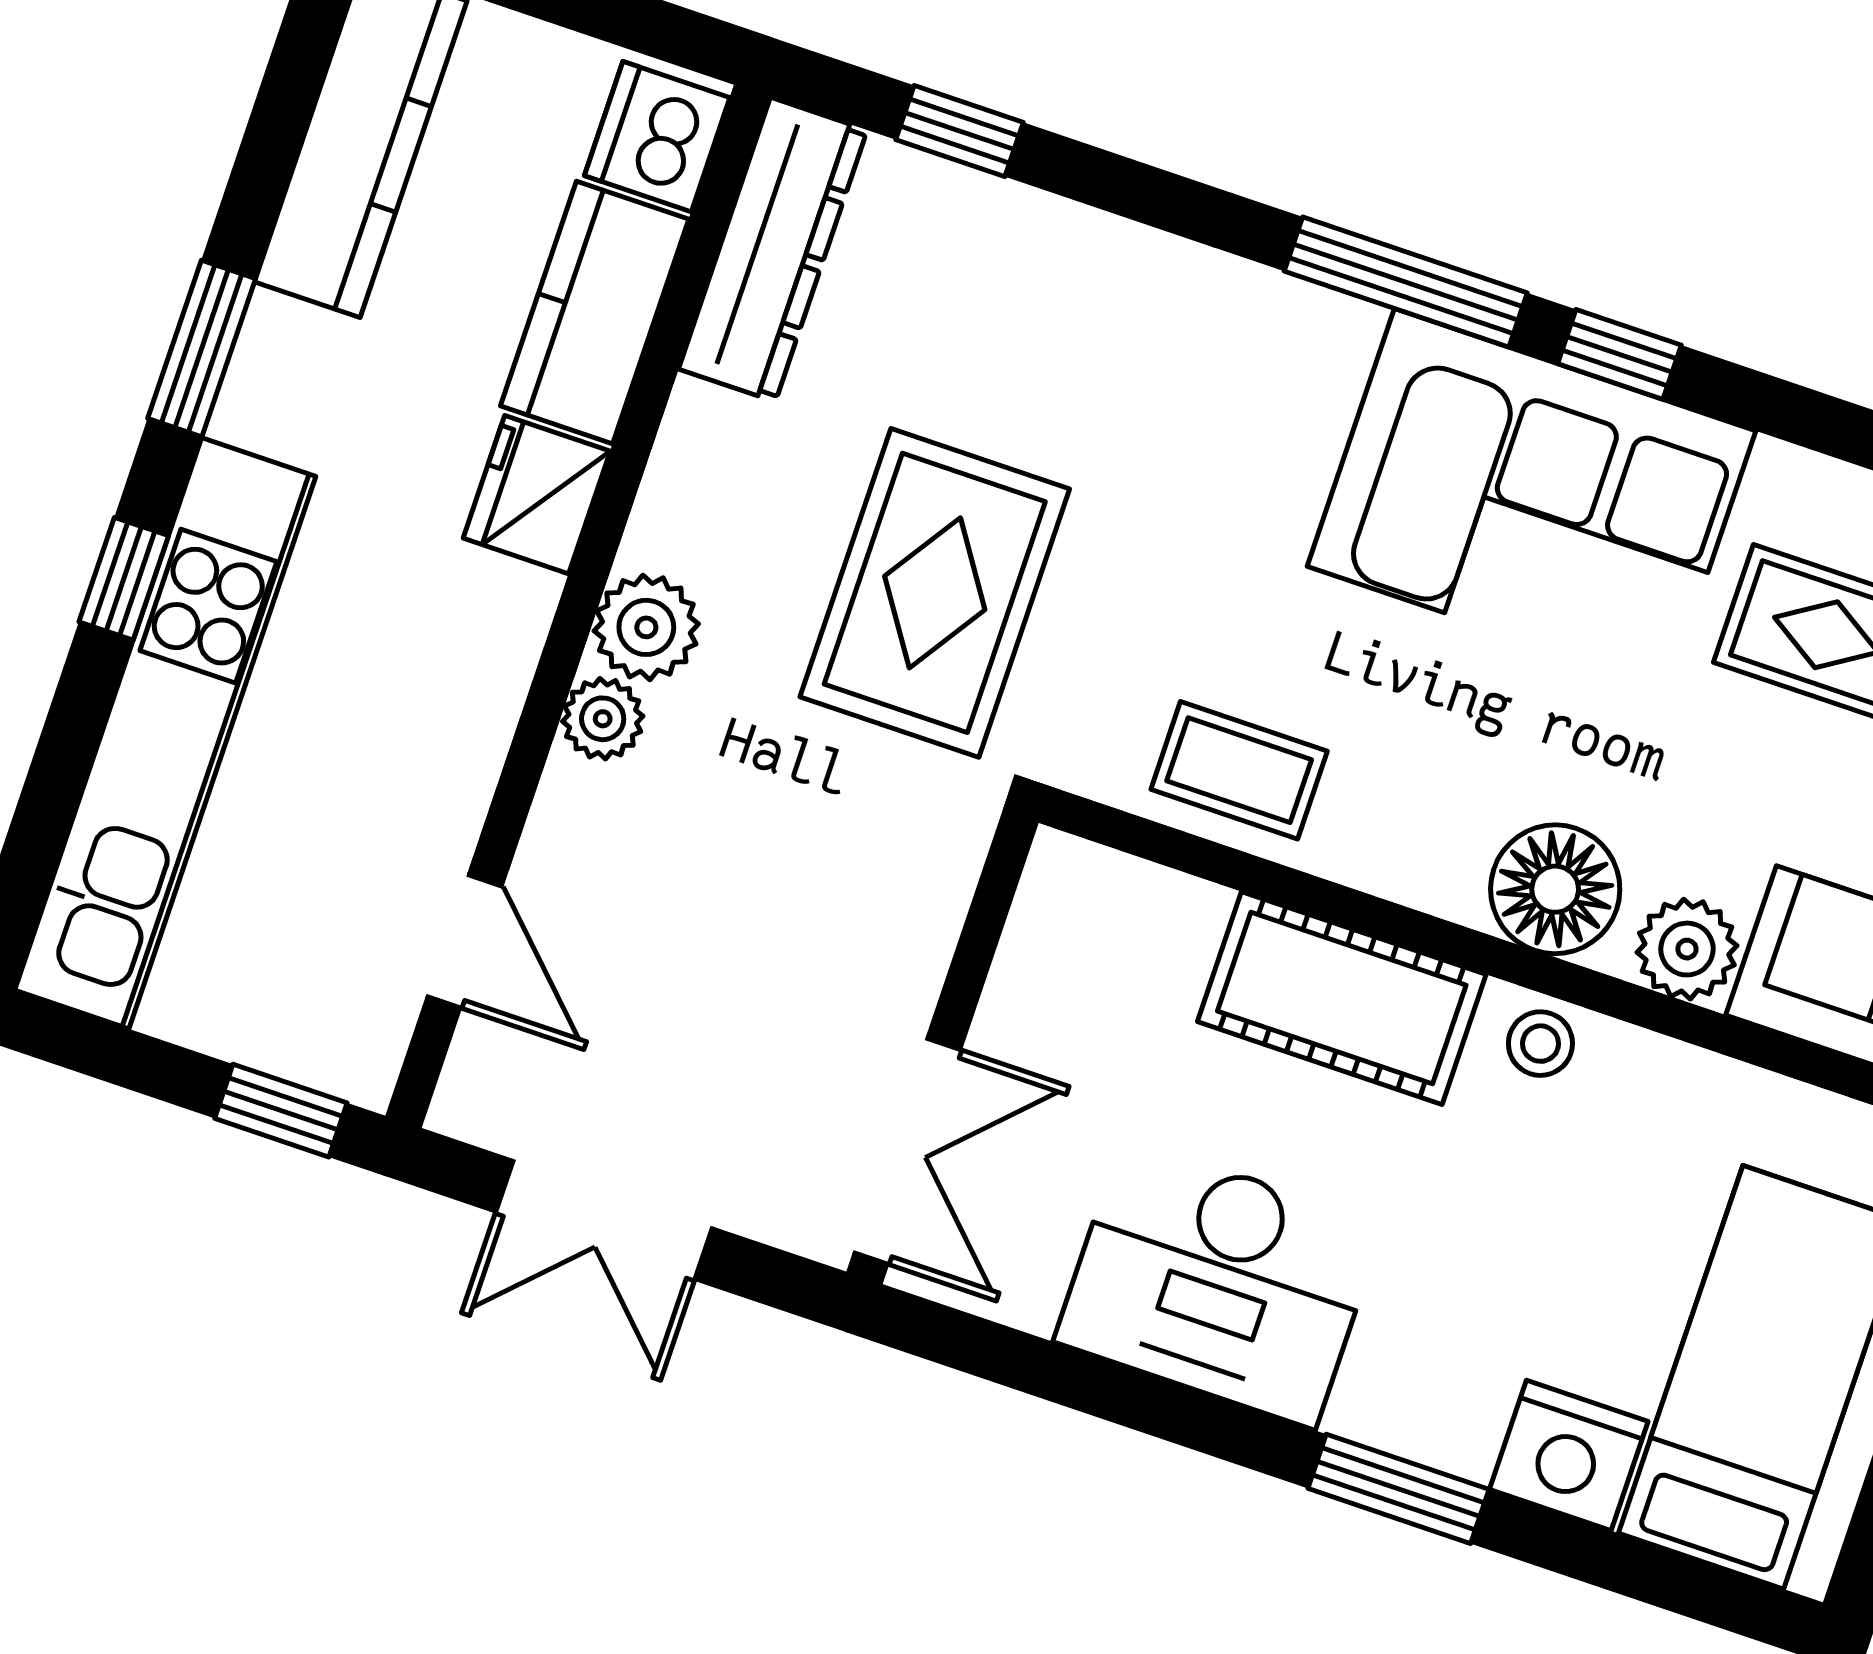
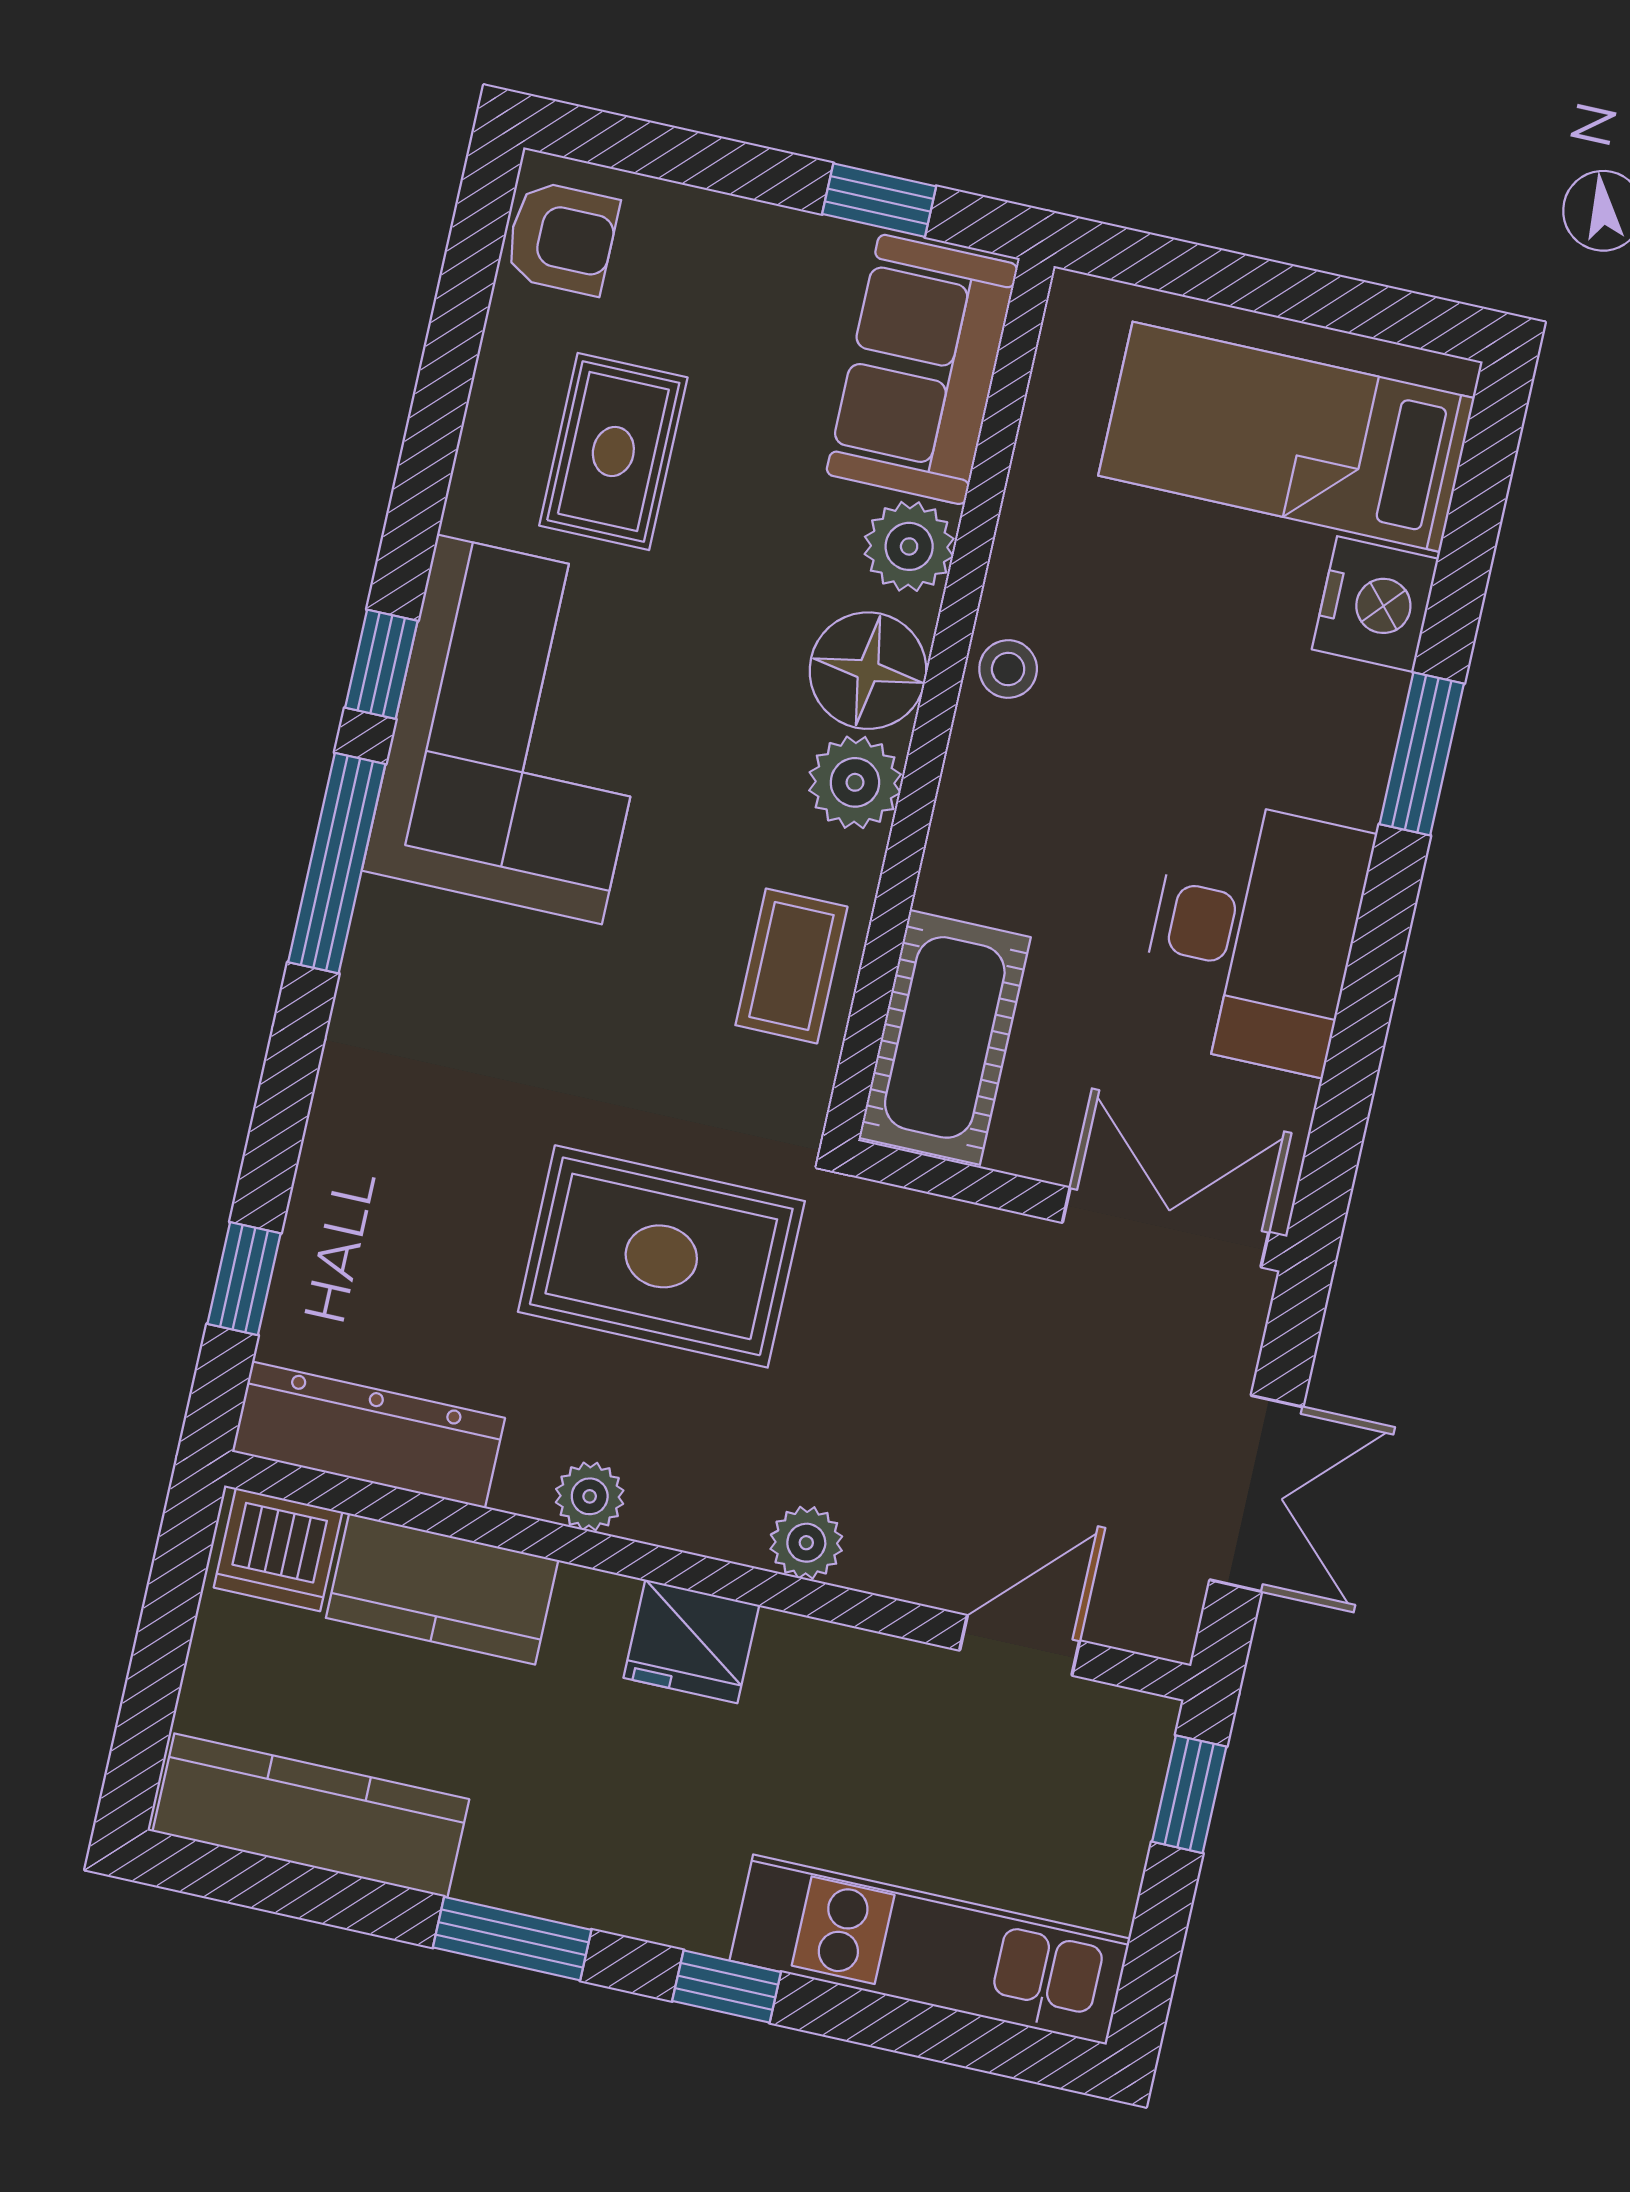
fridge: (537, 495) -> (691, 1641), moved
plant: (646, 627) -> (590, 1496), moved, width x0.73, depth x0.73
kitchen unit: (165, 733) -> (930, 1950), width x0.73
plant: (1434, 862) -> (855, 782), added
cot: (1342, 998) -> (945, 1037), moved

